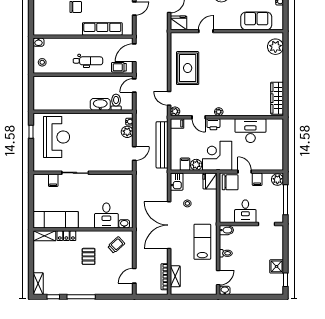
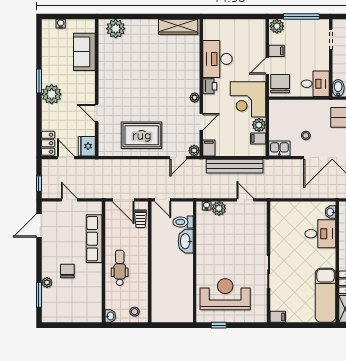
dental chair: (88, 61) -> (120, 268), moved
printer: (213, 124) -> (210, 86), moved
filing cabinet: (53, 180) -> (278, 317), moved
fridge: (210, 181) -> (279, 108), removed
desk: (245, 211) -> (315, 84), moved

